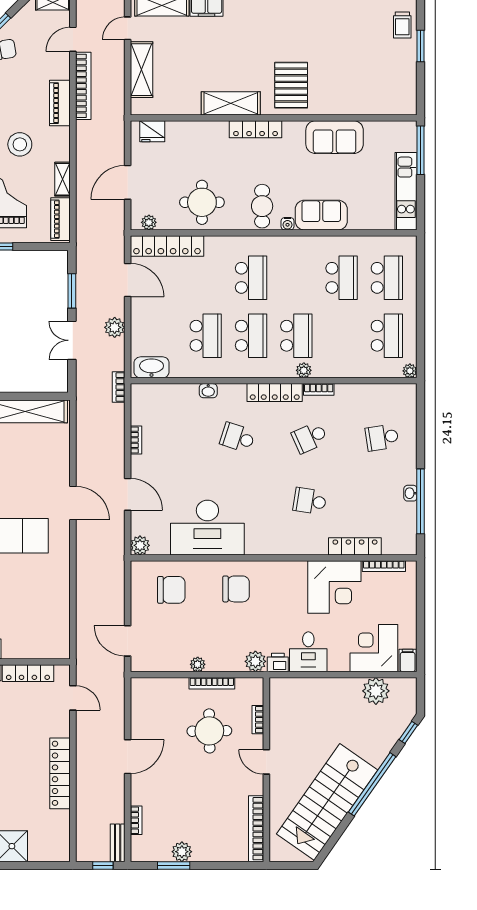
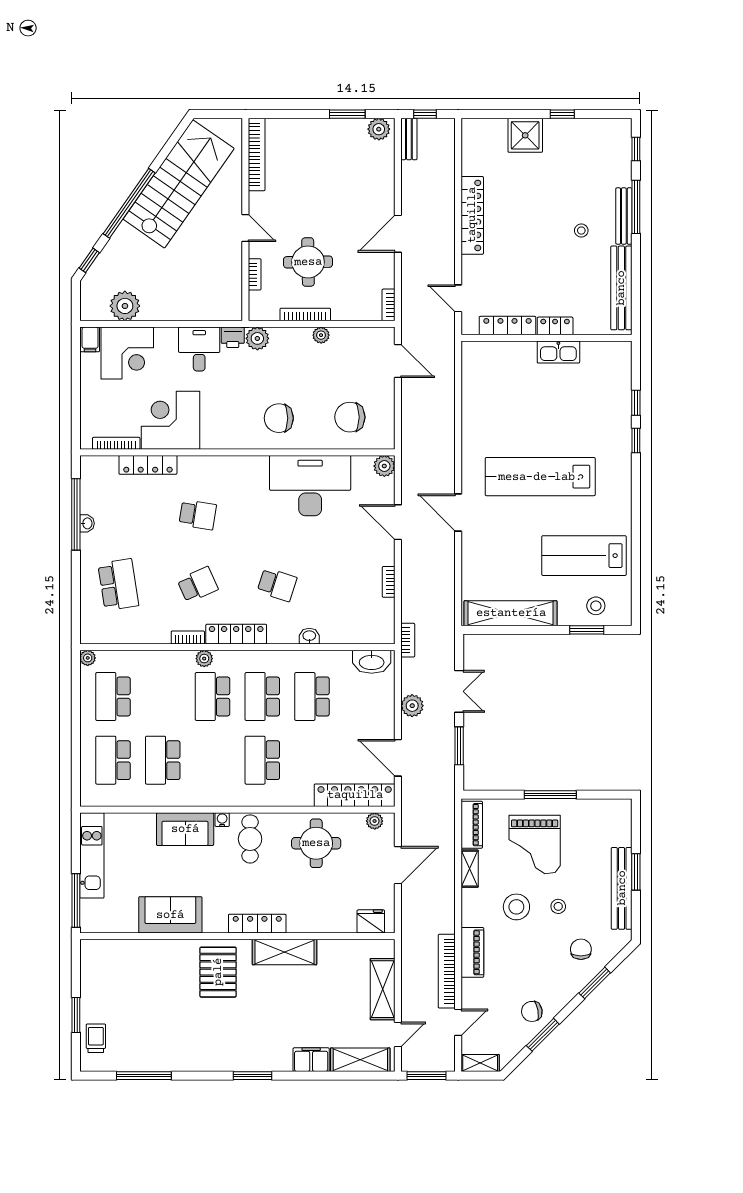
school desk: (382, 437) -> (118, 585), width x1.85
bookcase: (136, 820) -> (389, 305), moved
plant: (182, 852) -> (379, 129), moved

